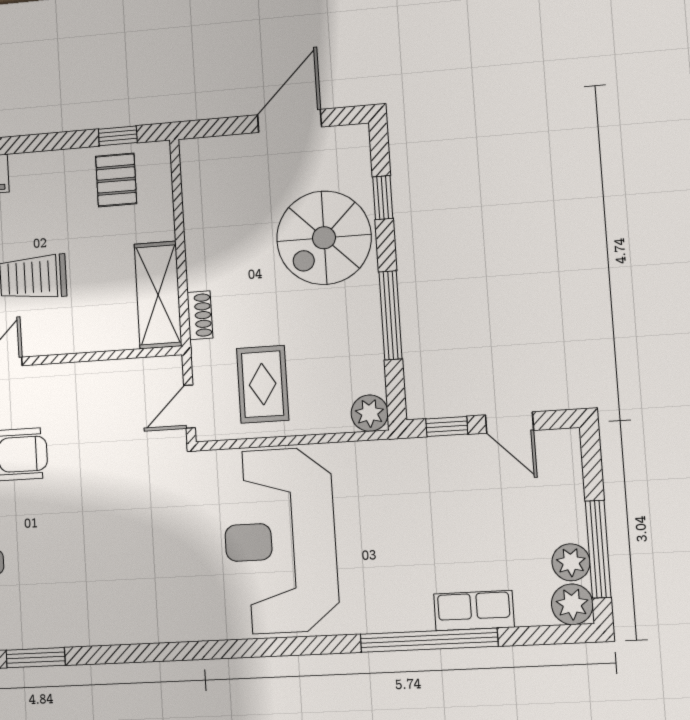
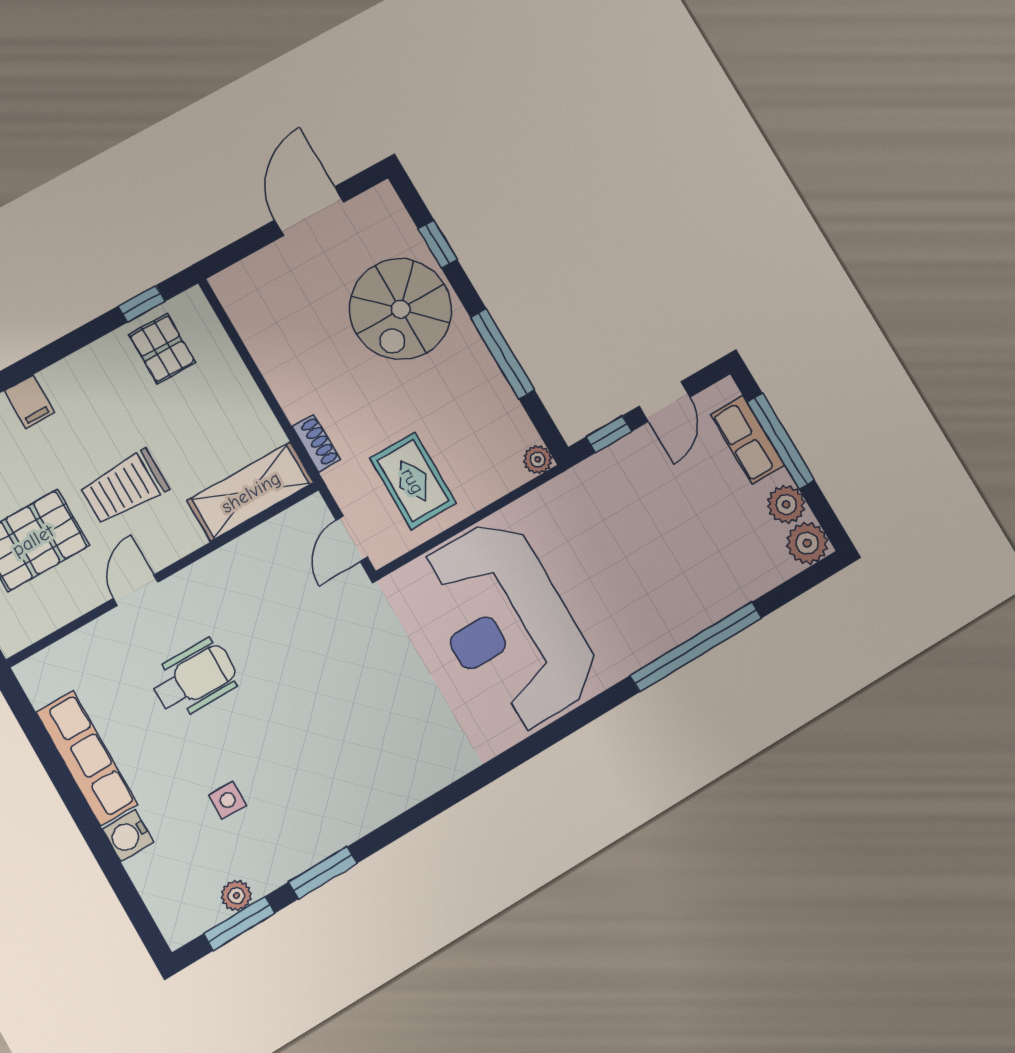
shelving: (158, 295) -> (251, 492), moved, turned 90
plant: (370, 413) -> (538, 460), width x0.73, depth x0.73
door: (509, 423) -> (665, 402), hinge flipped
window: (598, 549) -> (781, 441), moved
row of seats: (474, 611) -> (747, 440), moved, turned -90

